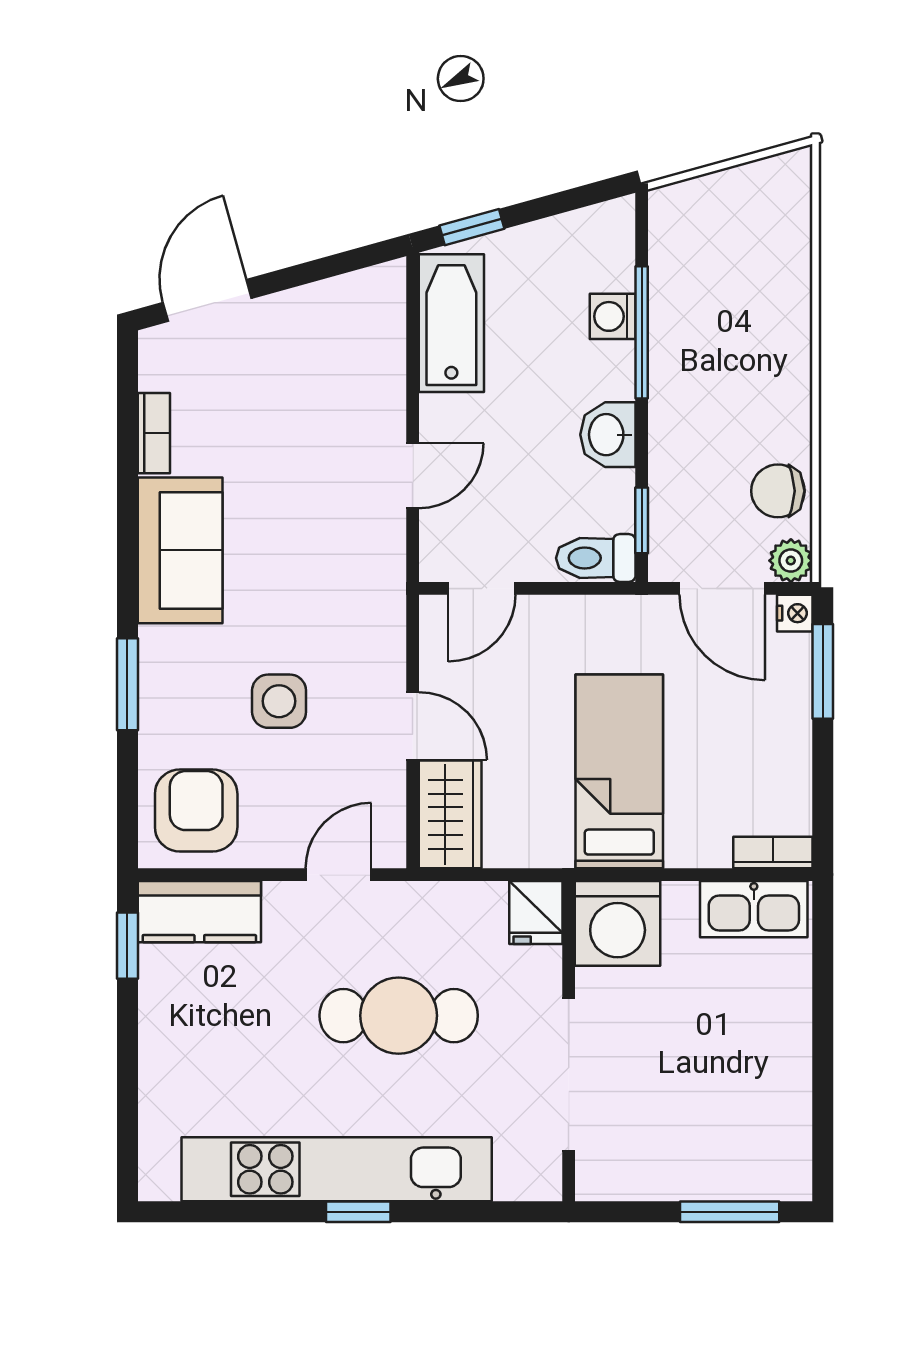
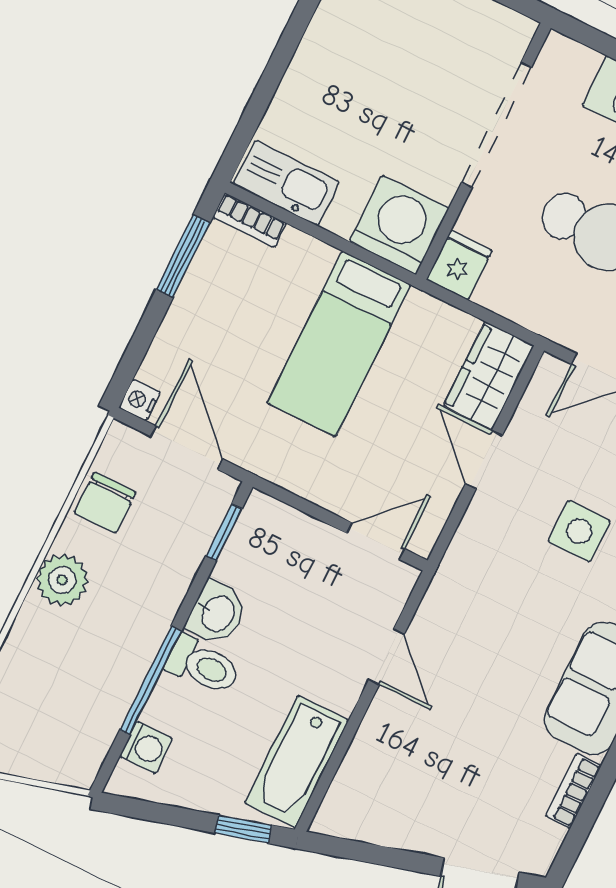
washing machine: (613, 316) -> (146, 747), moved
door: (413, 476) -> (387, 657), swing flipped
chair: (778, 491) -> (105, 503), turned 90
toilet: (596, 558) -> (203, 665), moved
plant: (791, 561) -> (62, 580), moved, width x1.38, depth x1.38
window: (823, 671) -> (183, 256), moved

